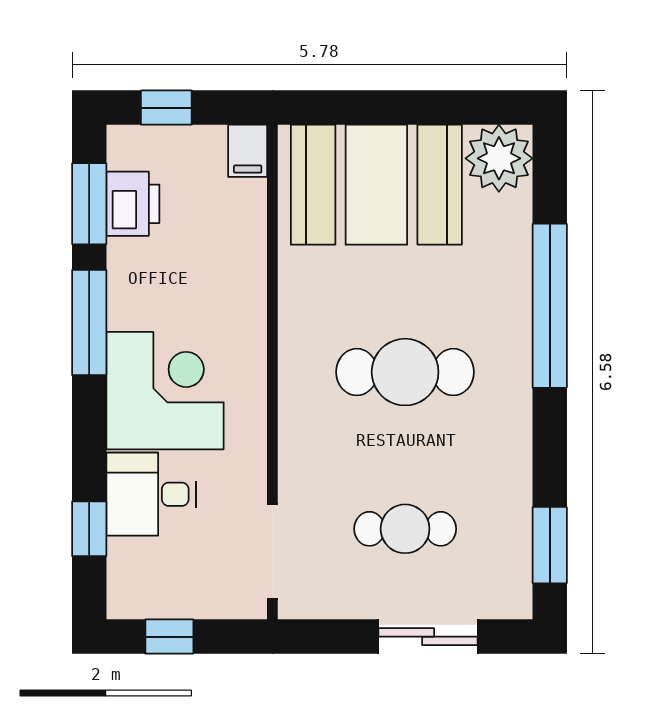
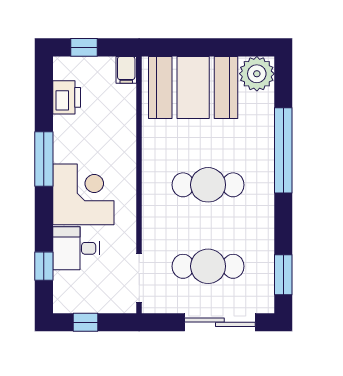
window: (89, 204) -> (44, 97), removed
cafe table: (405, 529) -> (208, 266), width x1.37, depth x1.35
sliding door: (428, 637) -> (220, 322), width x1.37

